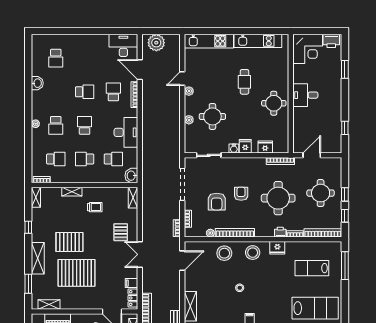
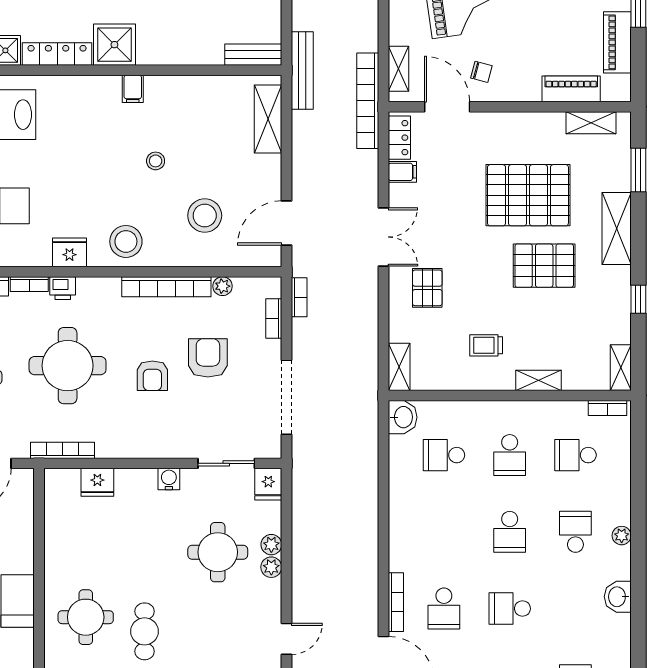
washbasin: (37, 83) -> (618, 597), moved
plant: (189, 91) -> (271, 567), moved
round table: (274, 103) -> (86, 617), moved
desk: (126, 132) -> (415, 516), removed
fridge: (245, 146) -> (268, 484), moved
school desk: (85, 159) -> (510, 455), turned 90
stool: (224, 253) -> (205, 216), moved

